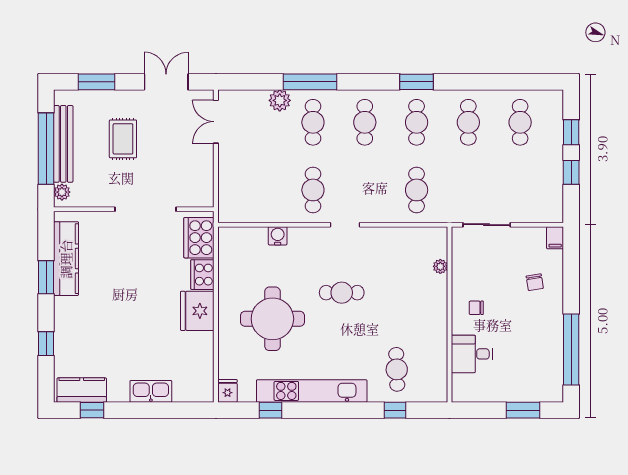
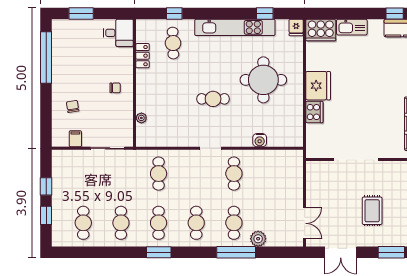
cooker: (199, 238) -> (321, 30), moved, turned 90
filing cabinet: (555, 238) -> (75, 139), moved
locker: (439, 352) -> (143, 56), added
desk: (472, 354) -> (118, 33), moved

